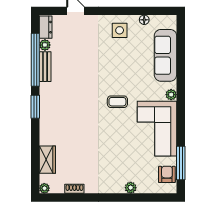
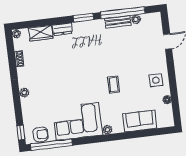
dresser: (46, 27) -> (62, 29), moved
sofa: (165, 55) -> (140, 121), width x0.73
coffee table: (117, 102) -> (114, 85), moved
window: (181, 163) -> (51, 145), width x1.46
plant: (131, 188) -> (24, 93), moved
window: (162, 197) -> (21, 133), added

